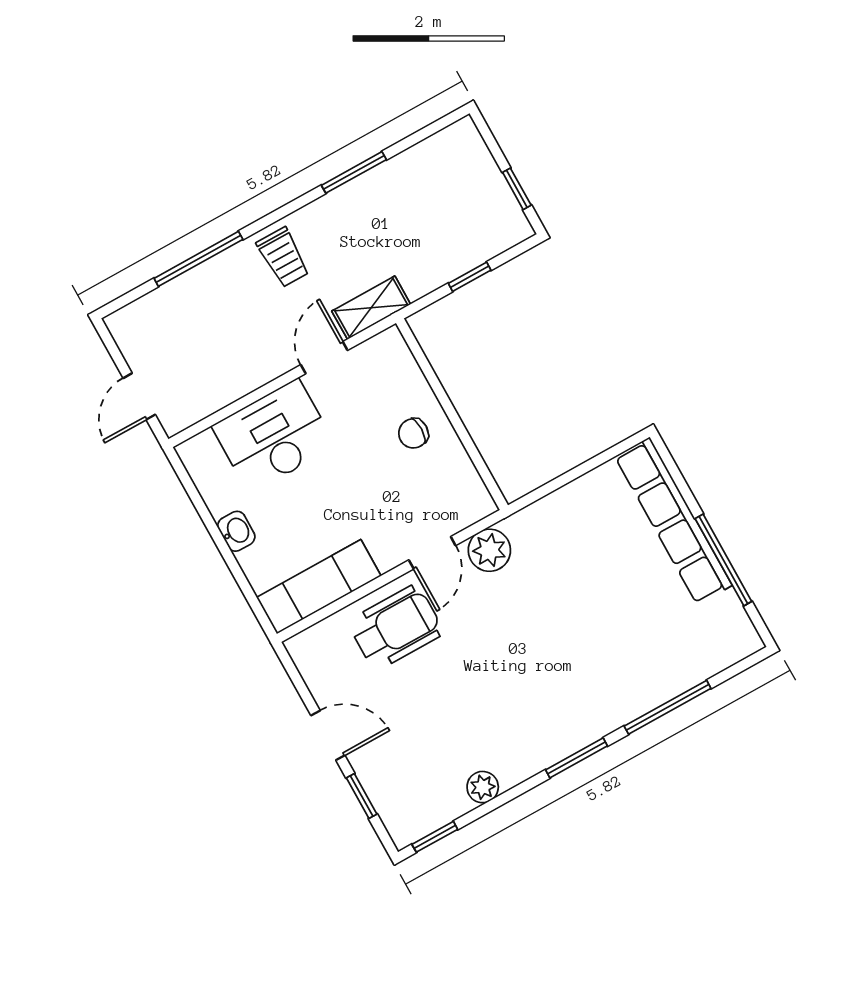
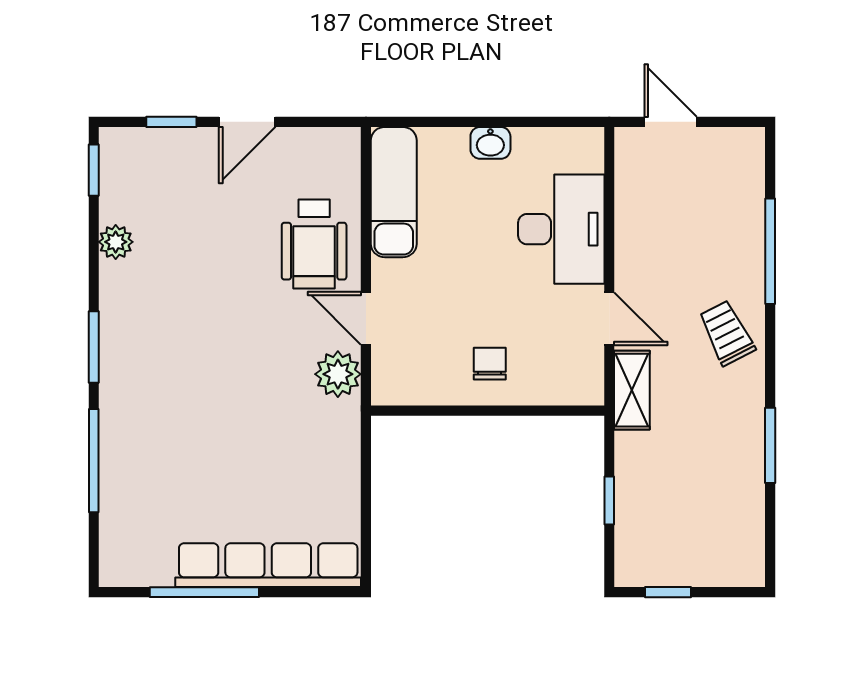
trolley: (283, 257) -> (727, 333), turned 63

